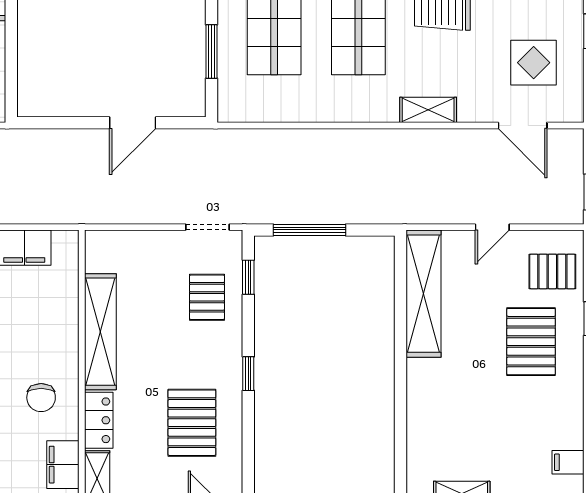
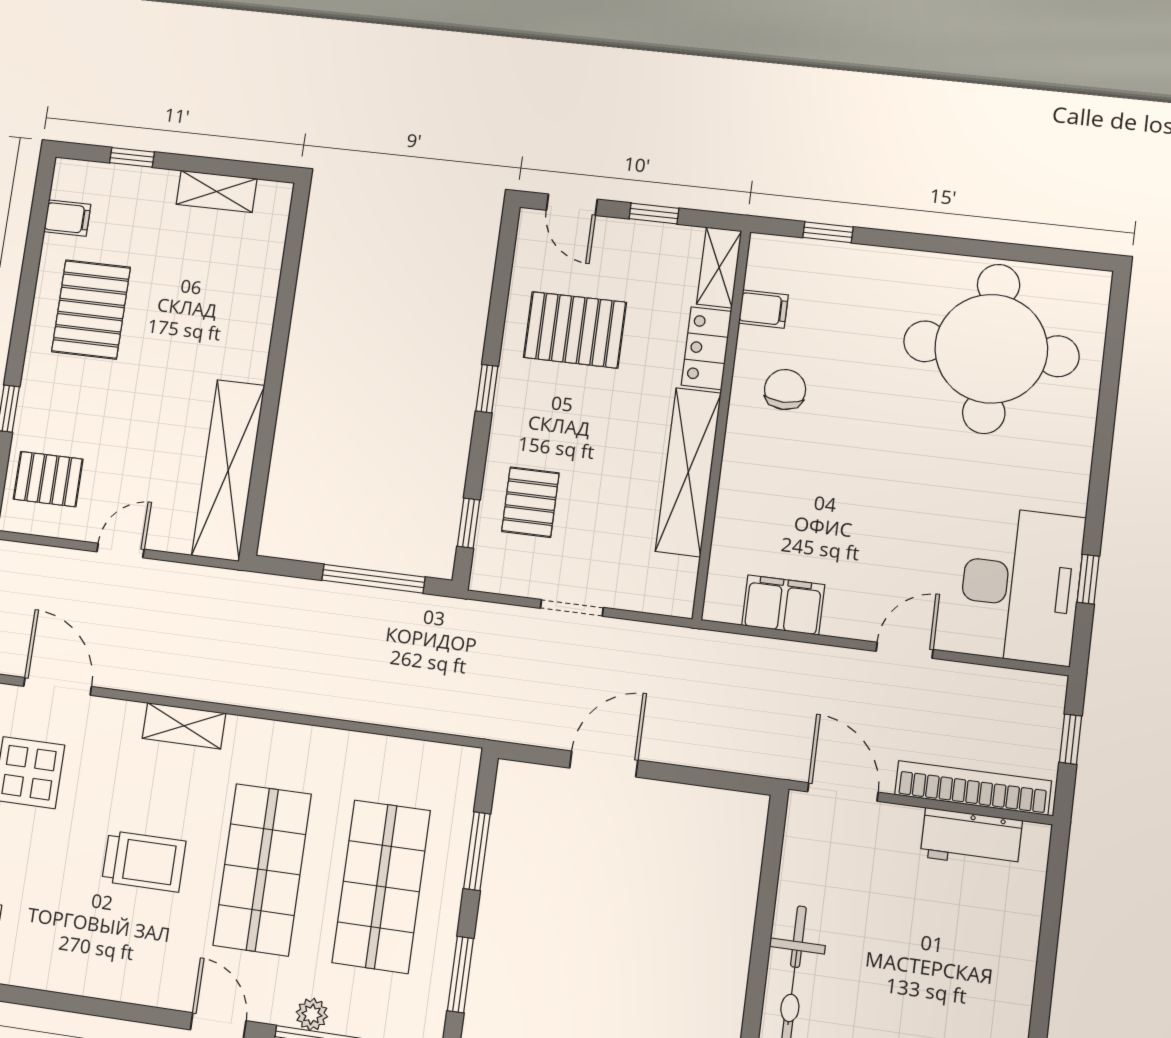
doorway: (208, 227) -> (572, 608), moved
pallet: (531, 342) -> (91, 309), moved
pallet: (192, 423) -> (575, 330), turned 90
filing cabinet: (63, 465) -> (763, 309), width x0.50

